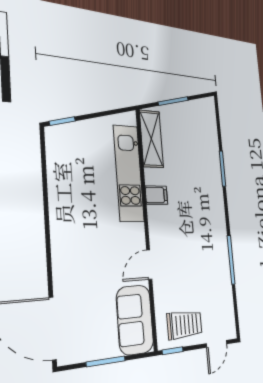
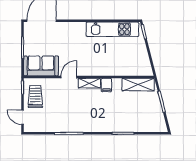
kitchen unit: (129, 173) -> (112, 29), moved, turned 180
shelving: (156, 226) -> (89, 83), added
door: (149, 265) -> (69, 77), hinge flipped
trolley: (185, 325) -> (35, 97), turned 180

